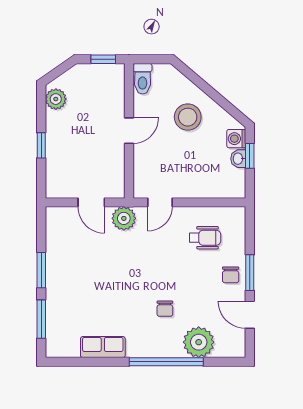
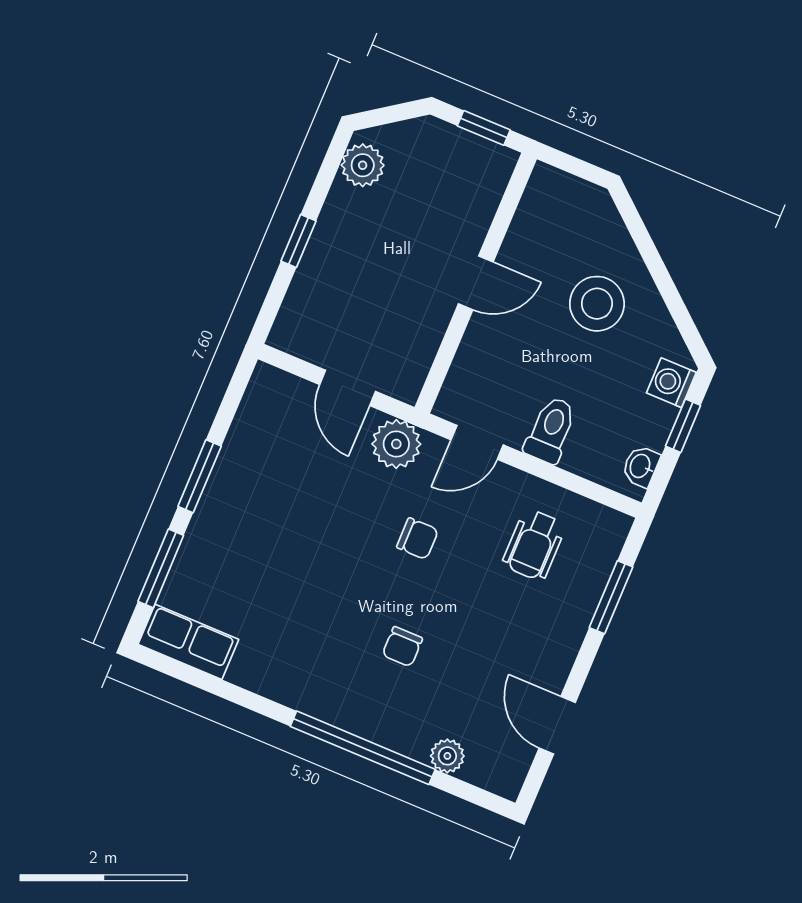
toilet: (143, 79) -> (551, 430), moved, turned 180
washbasin: (238, 159) -> (641, 466), moved
wheelchair: (205, 238) -> (534, 545), turned 90
window: (250, 273) -> (611, 597), moved
chair: (231, 275) -> (418, 539), moved, turned -90
plant: (199, 342) -> (447, 756), width x0.53, depth x0.53
row of seats: (103, 347) -> (188, 642), moved

